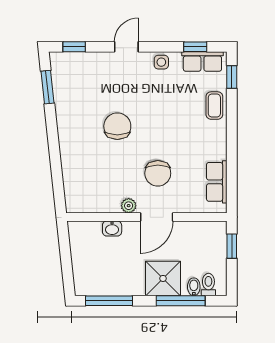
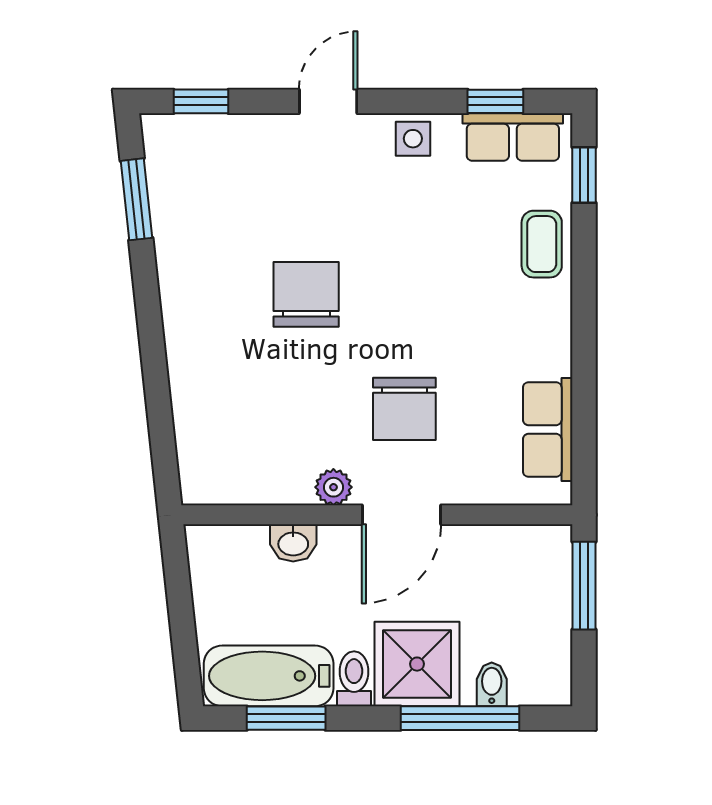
window: (232, 246) -> (584, 586), width x1.50
bathtub: (102, 283) -> (269, 676), added
toilet: (208, 285) -> (354, 679), moved
window: (109, 301) -> (286, 718), width x0.69

